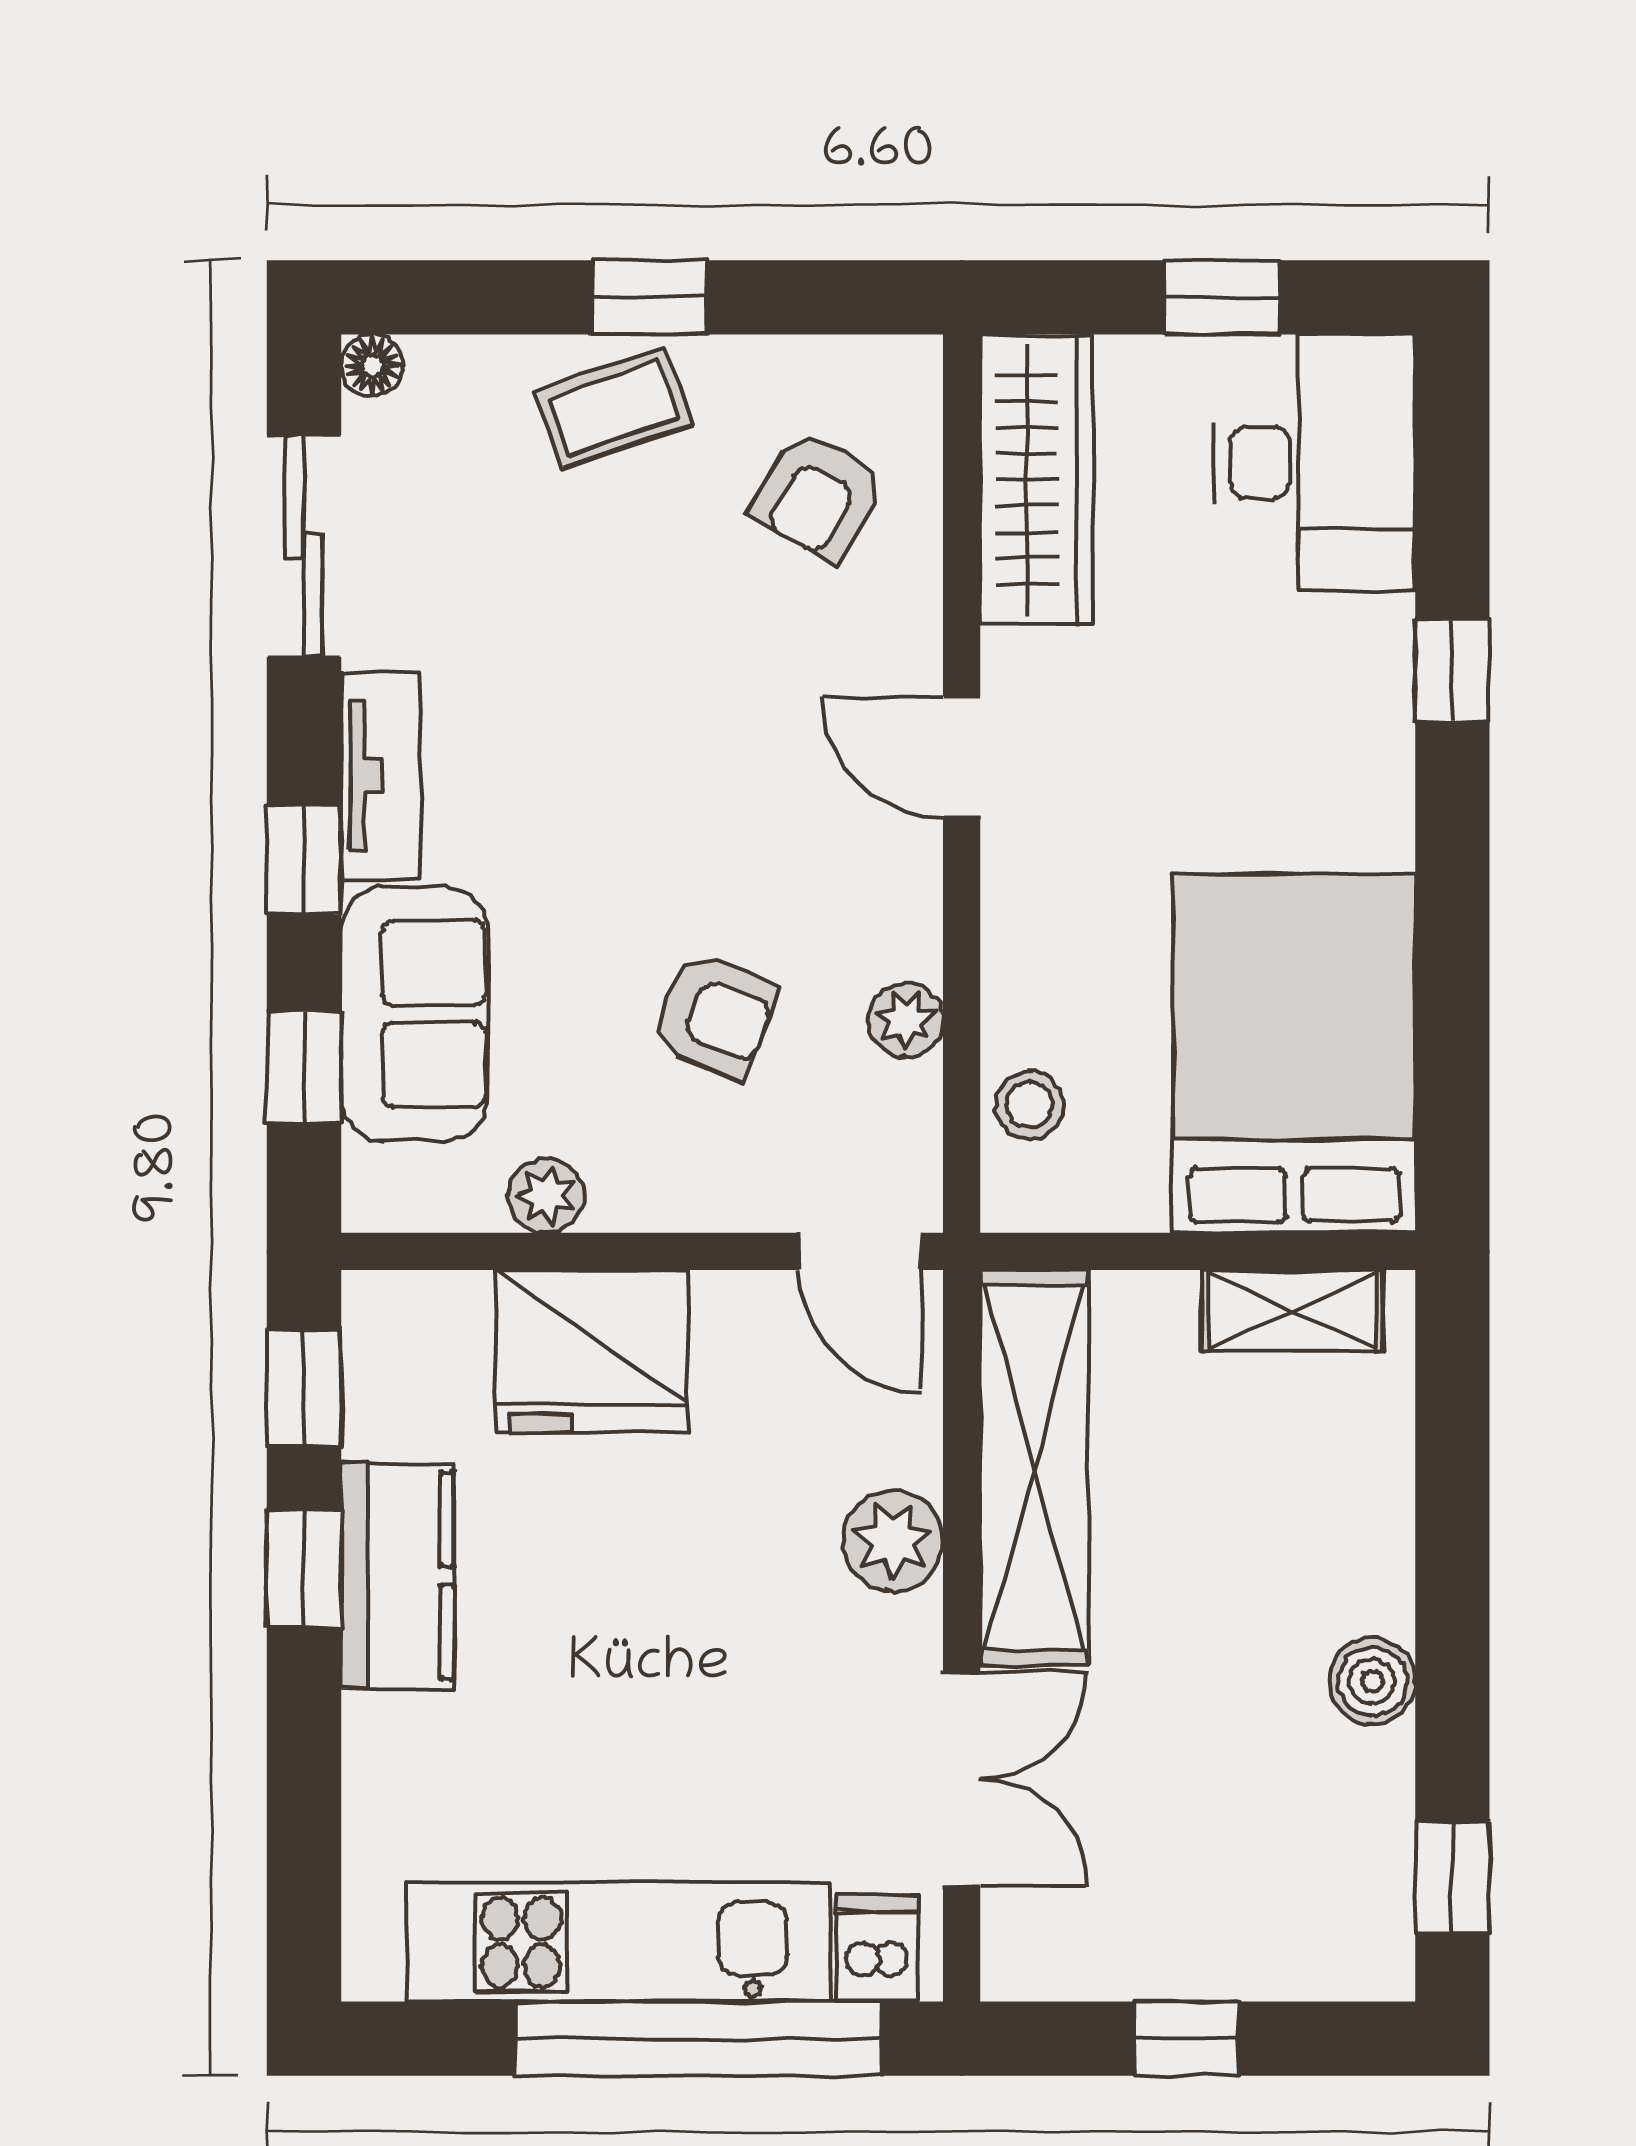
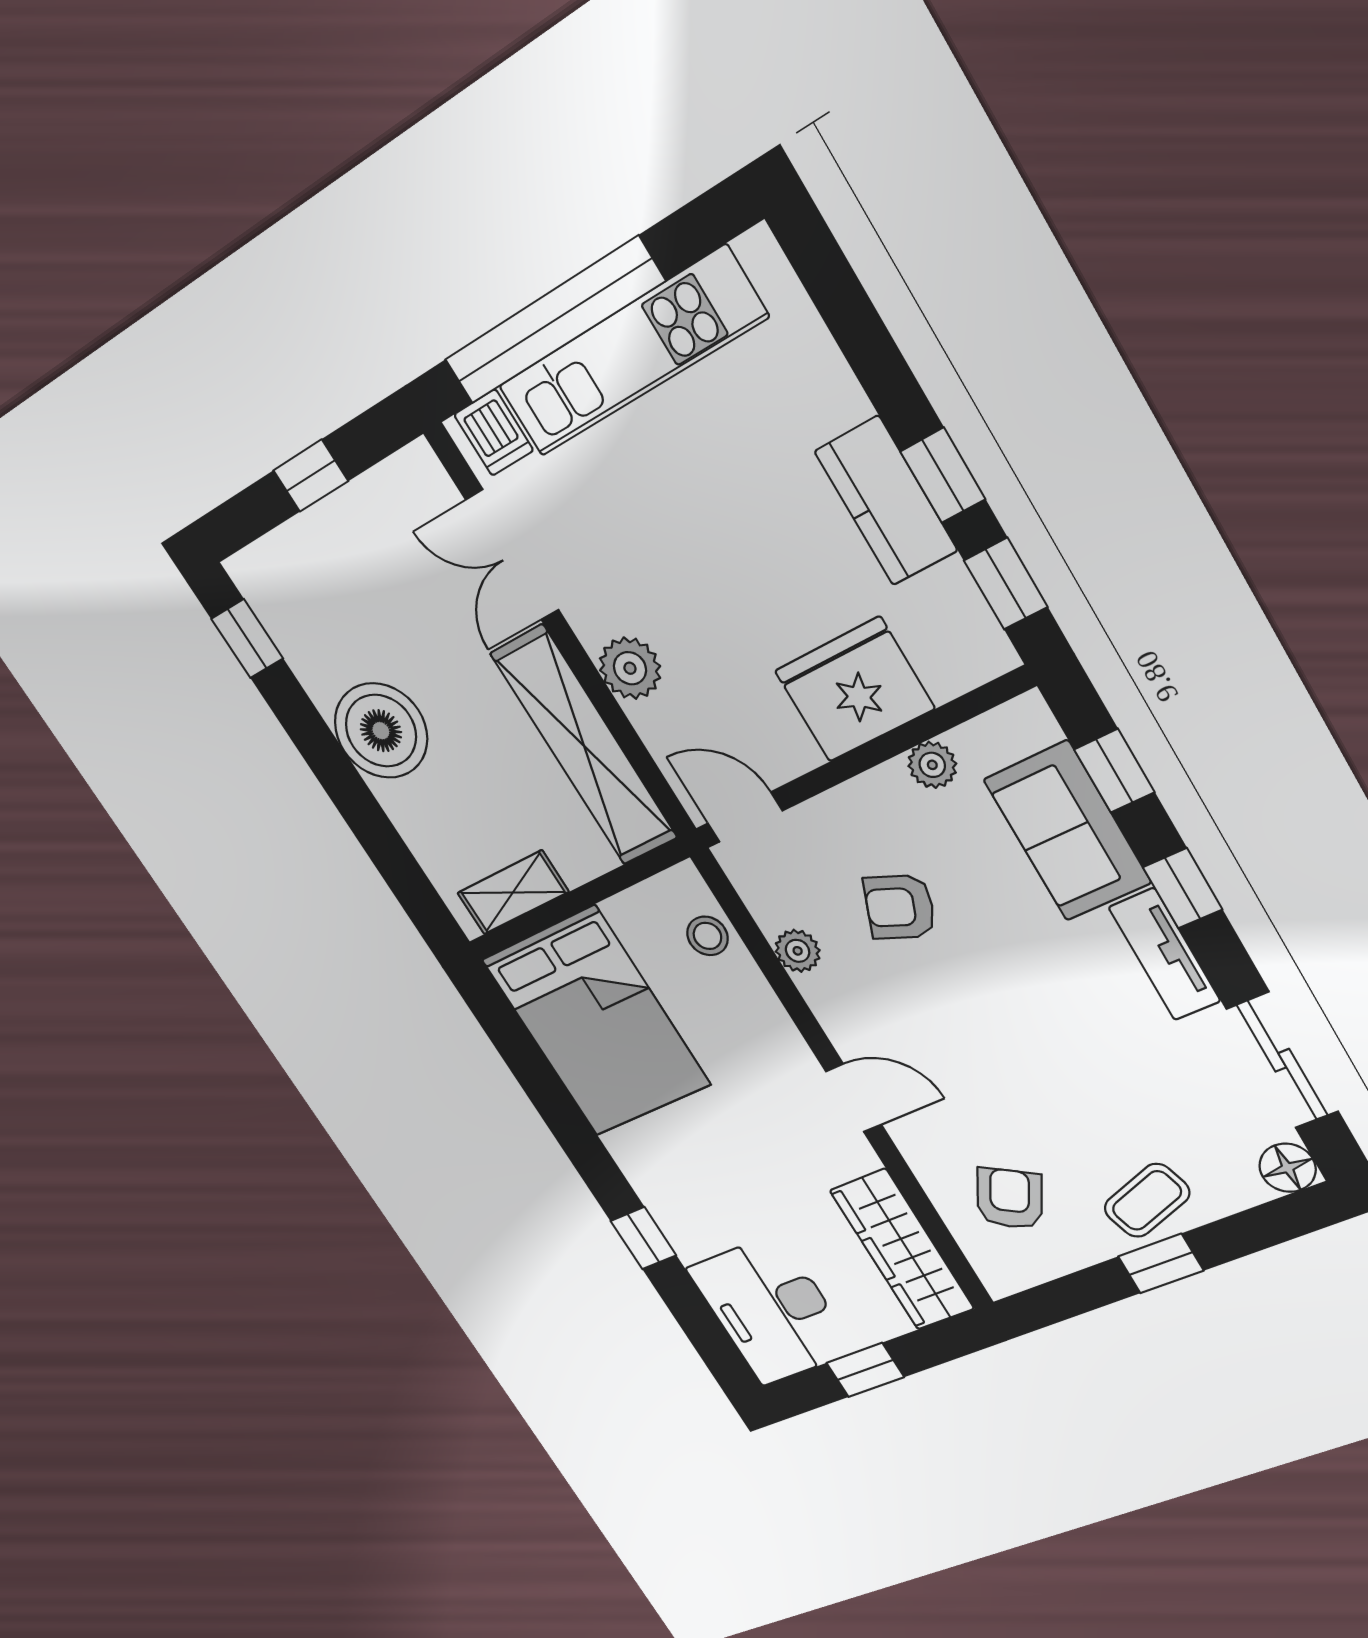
floor lamp: (372, 366) -> (1288, 1168), width x1.37, depth x1.37
boiler: (1372, 1681) -> (381, 731), width x1.86, depth x1.86

